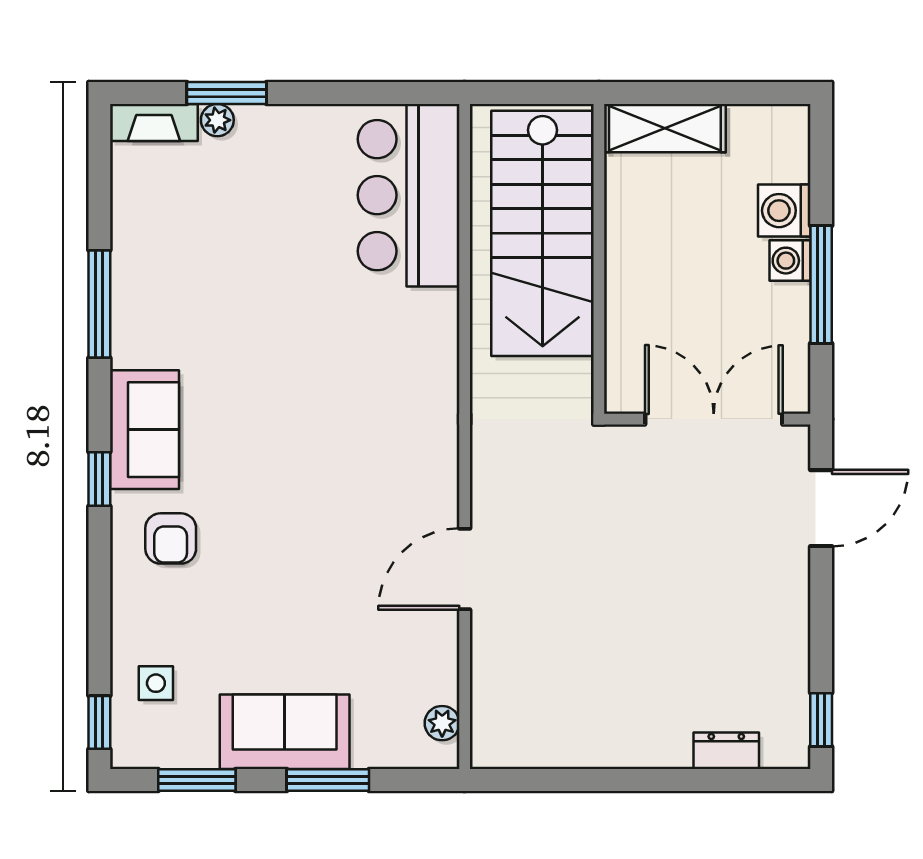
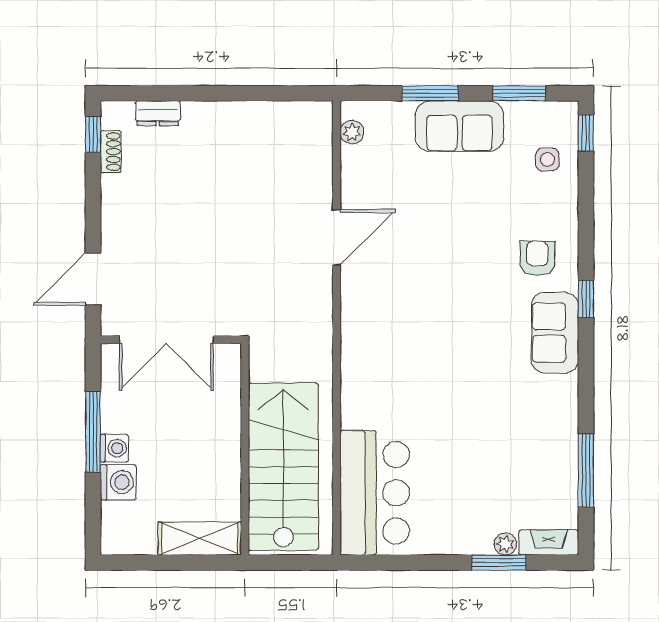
window: (99, 304) -> (586, 470), moved
shoe rack: (795, 695) -> (111, 152), added

